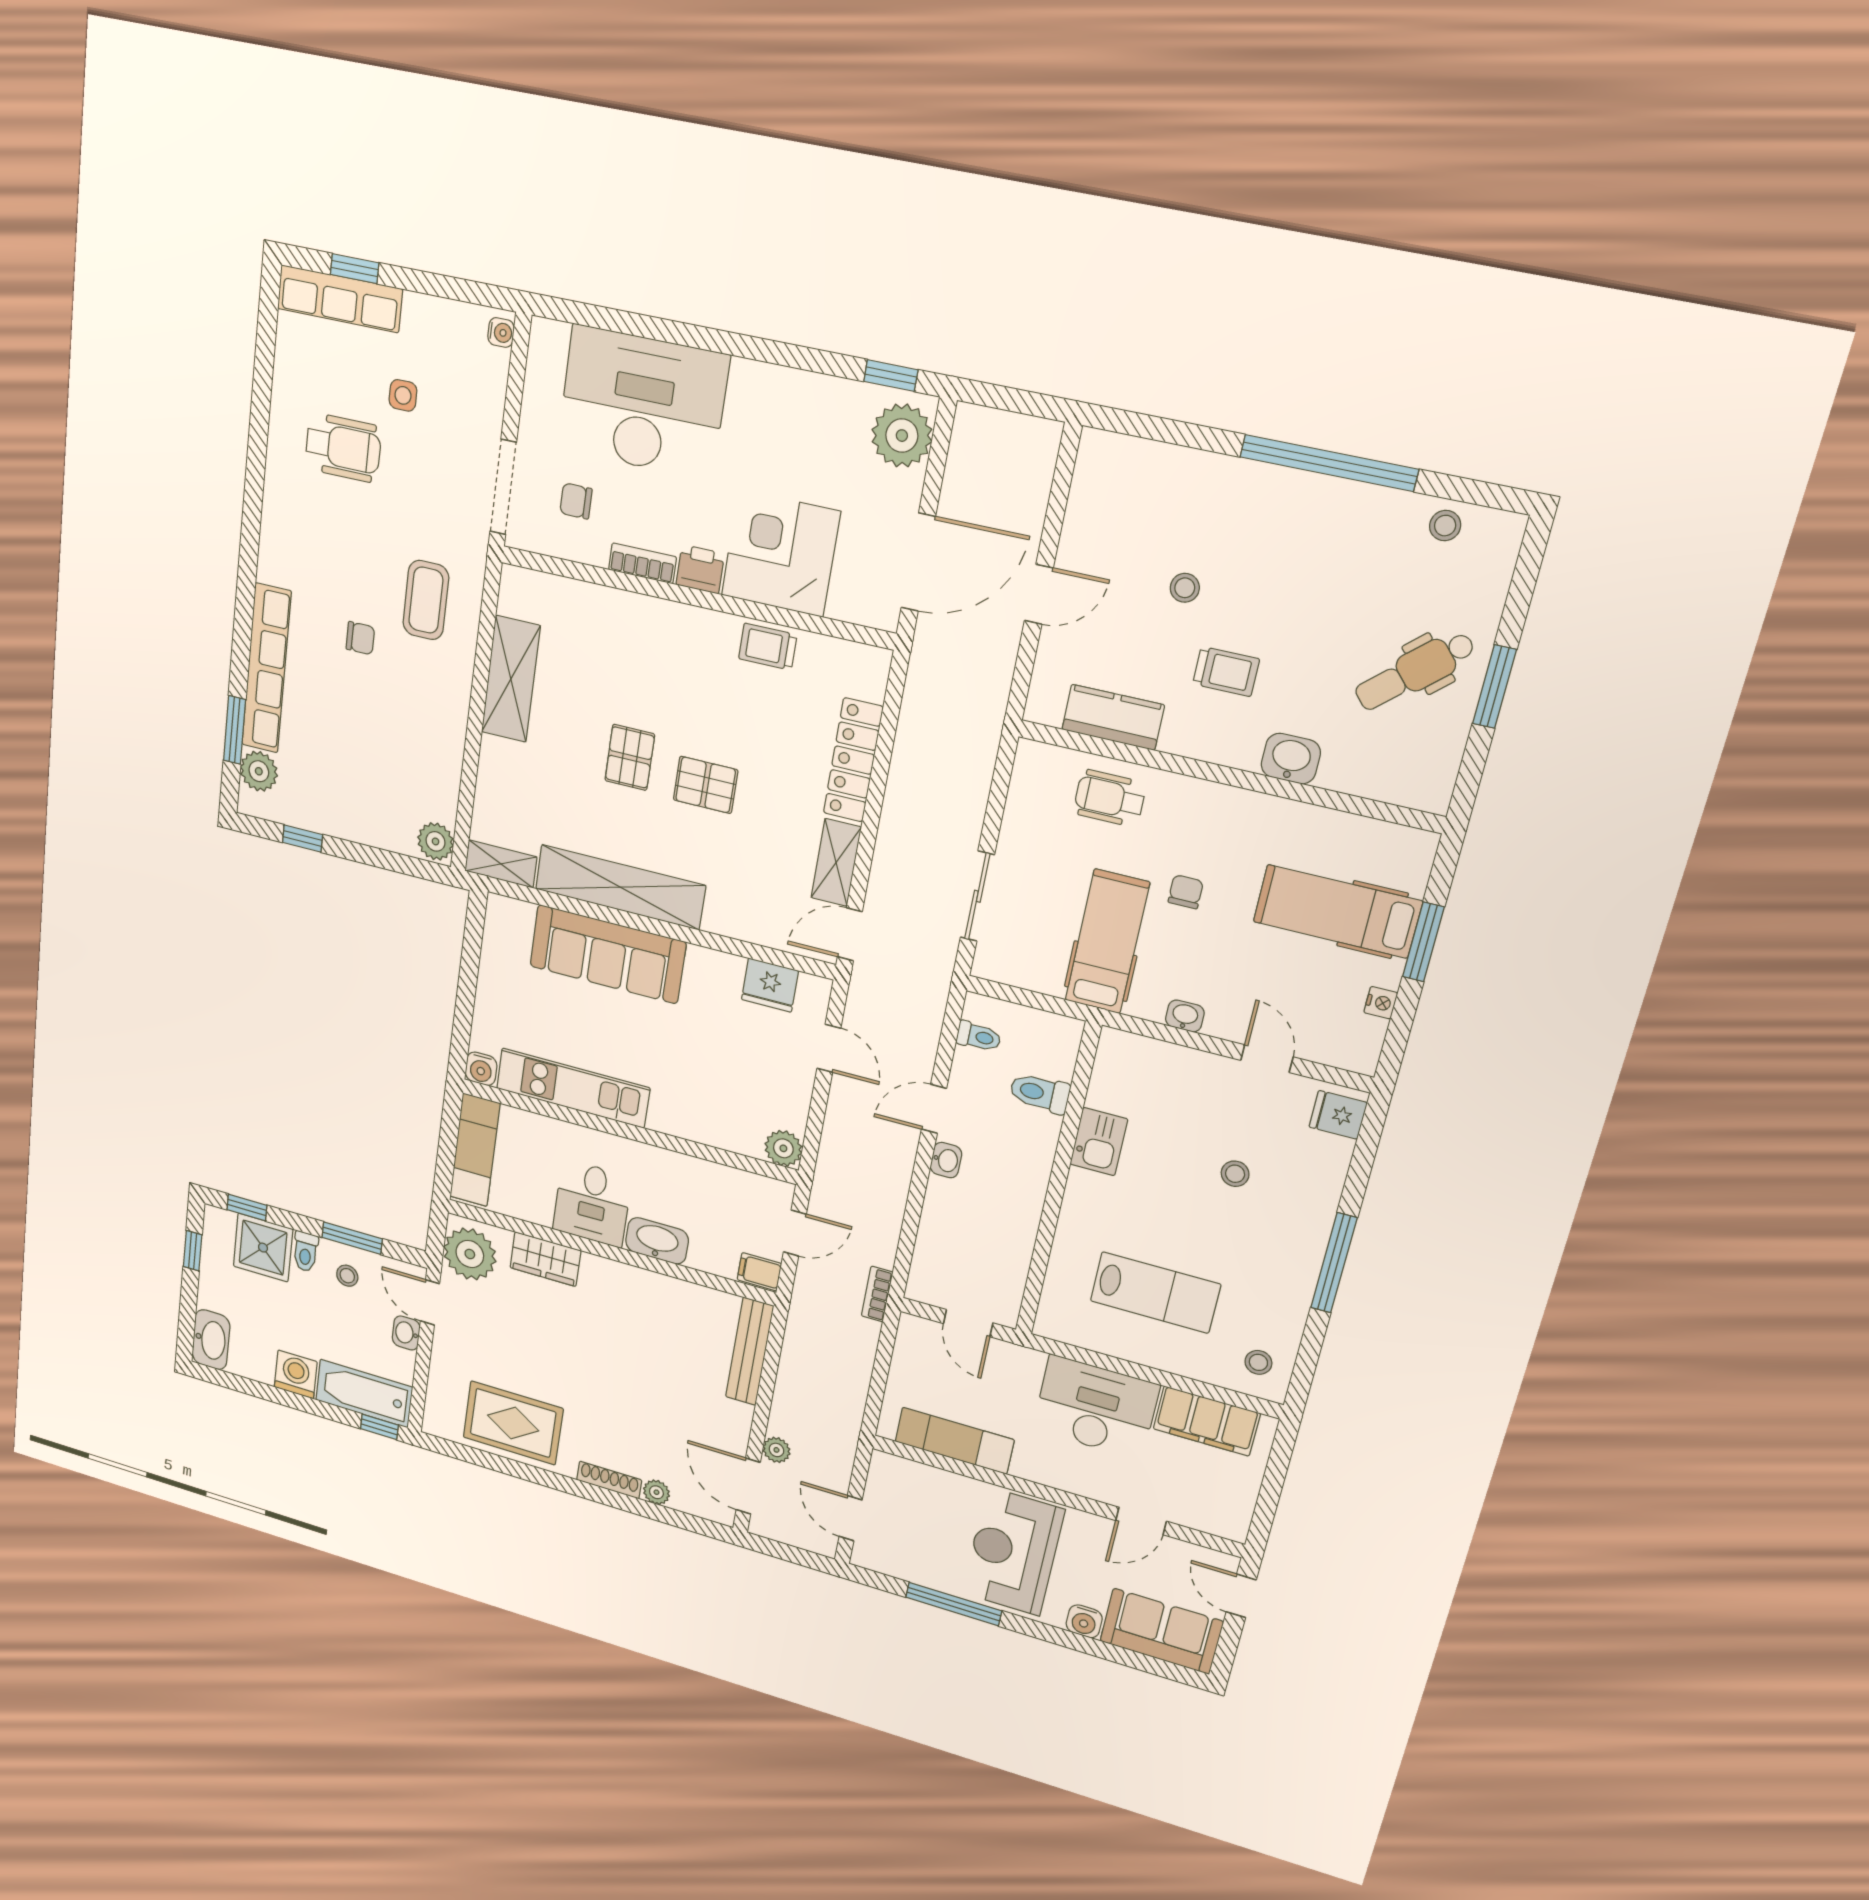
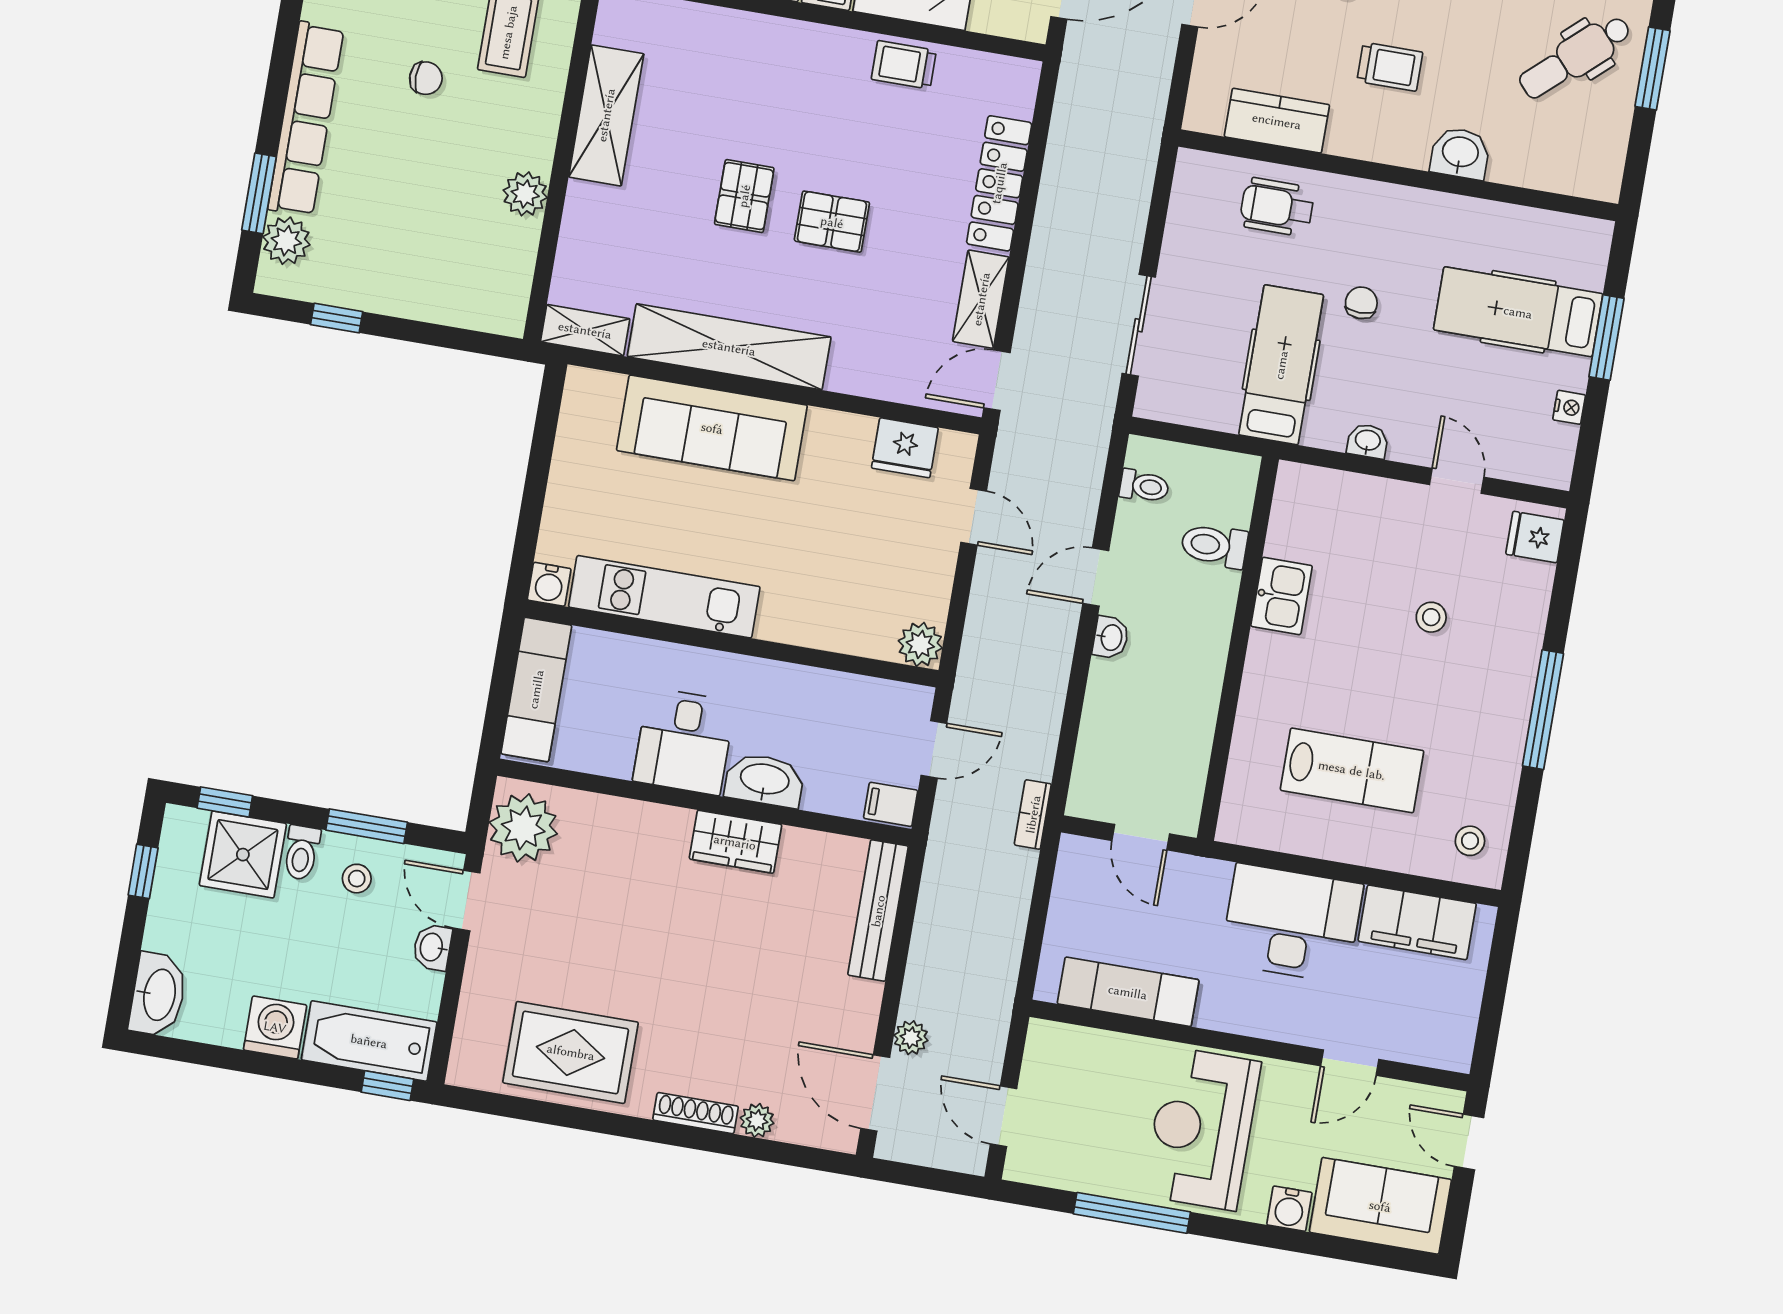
plant: (436, 841) -> (525, 194), moved
wardrobe: (545, 1259) -> (735, 842), moved

